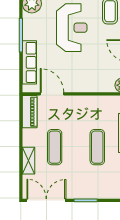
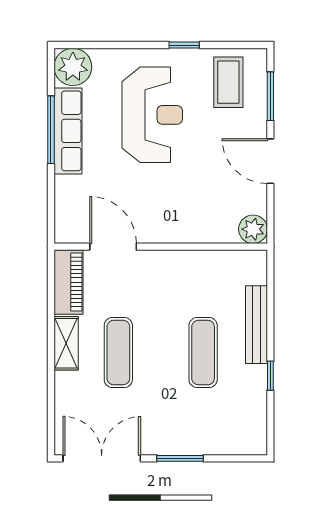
row of seats: (29, 62) -> (68, 131), moved
shelving: (28, 161) -> (66, 343), moved

